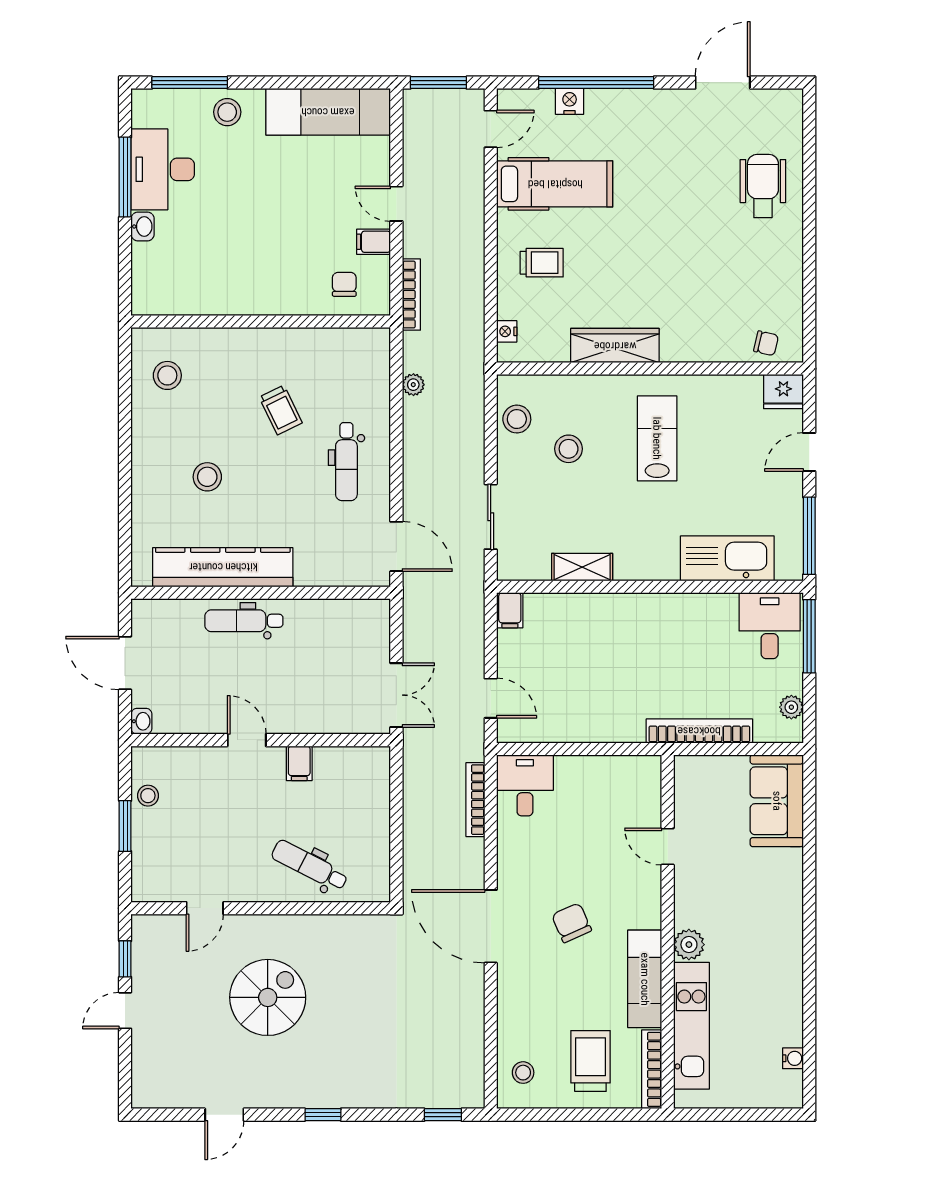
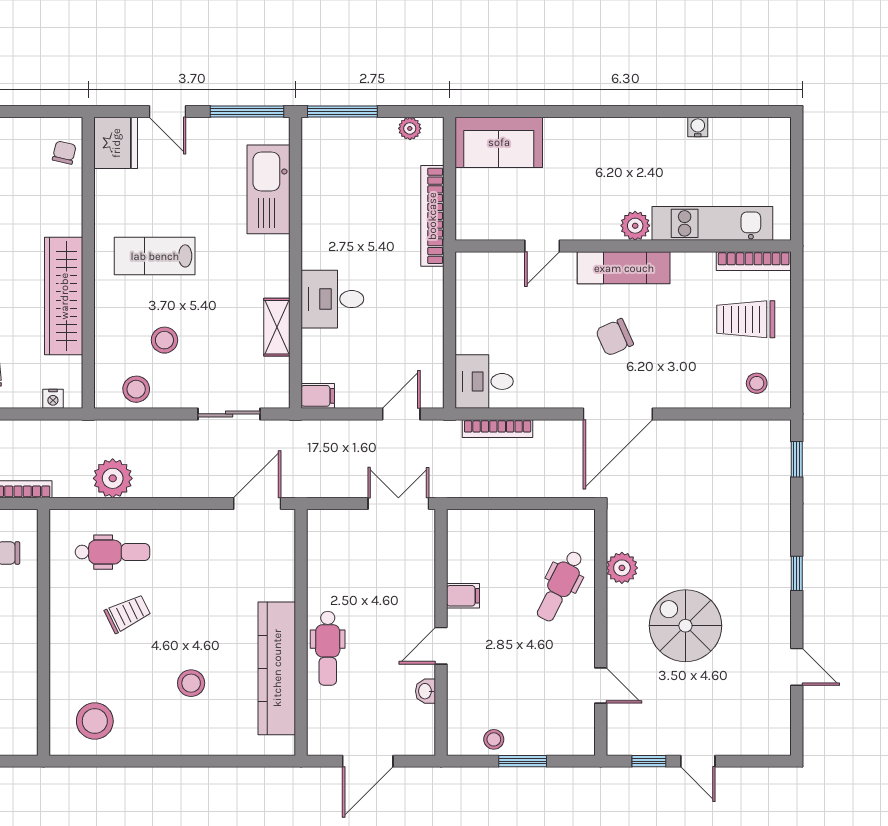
wardrobe: (615, 346) -> (64, 296), width x1.40, depth x1.17
stool: (167, 375) -> (95, 721), width x1.38, depth x1.38
plant: (413, 385) -> (113, 478), width x1.88, depth x1.88
fridge: (783, 392) -> (116, 143), width x1.36, depth x1.34
dental chair: (346, 462) -> (112, 552), moved
desk: (770, 626) -> (332, 299), moved
washbasin: (141, 721) -> (426, 691), moved, turned -90
plant: (329, 931) -> (622, 568), added
exam couch: (645, 979) -> (624, 268), moved
water cooler: (793, 1058) -> (698, 127), moved

